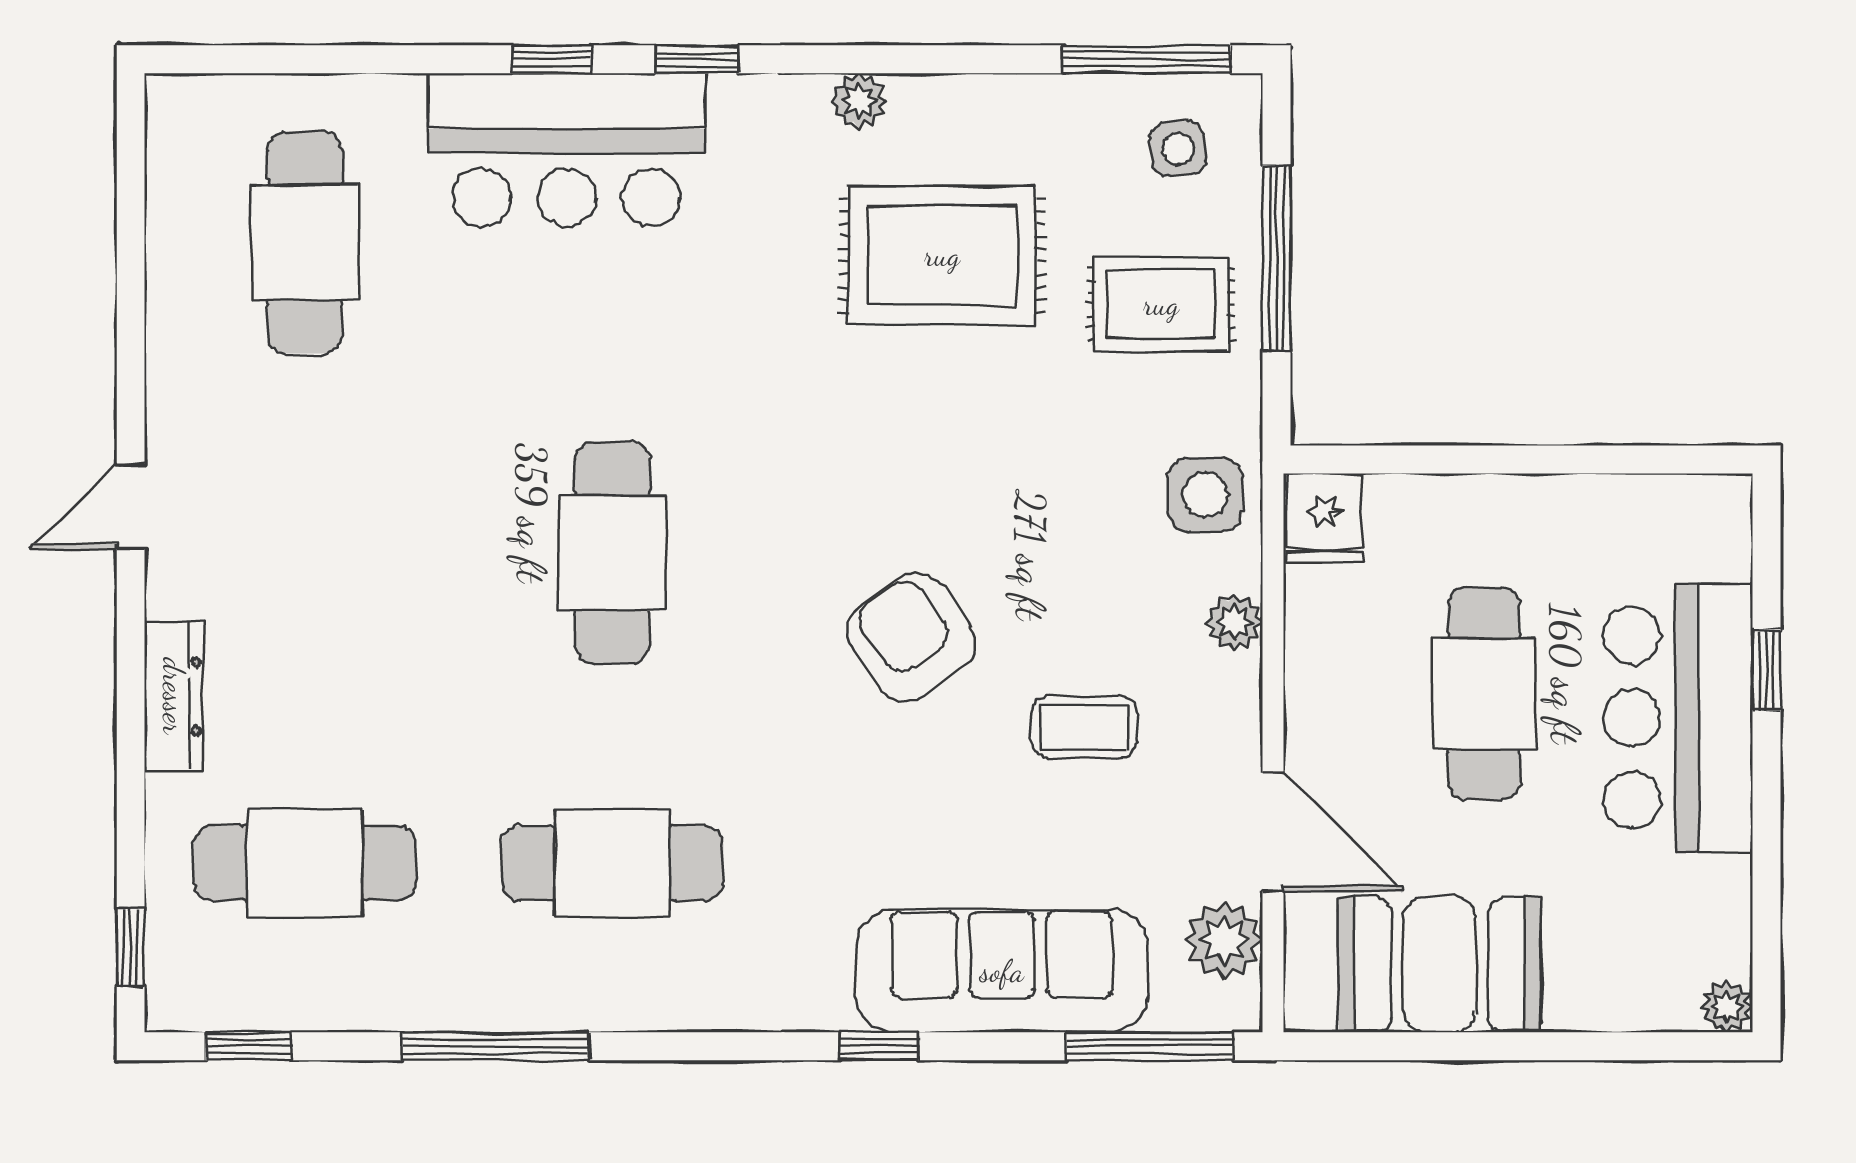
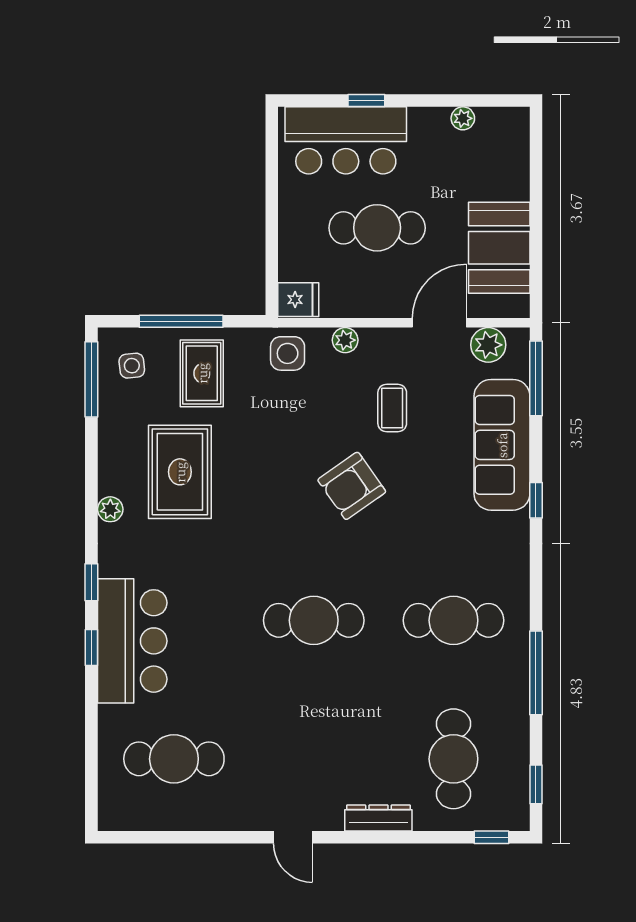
bar counter: (1678, 718) -> (346, 140), moved
cafe table: (612, 863) -> (453, 620), turned 90
plant: (1727, 1007) -> (463, 118), moved

